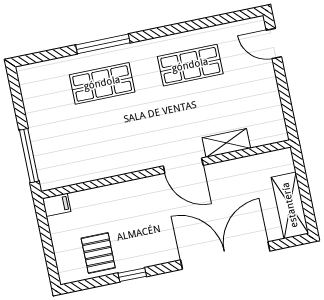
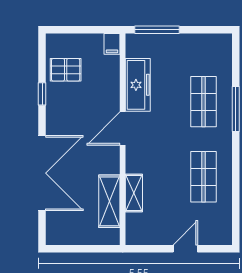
door: (274, 43) -> (185, 249), moved
freezer: (98, 165) -> (138, 85), added
door: (183, 166) -> (123, 129), moved
shelving: (290, 205) -> (109, 201), moved, turned 90

